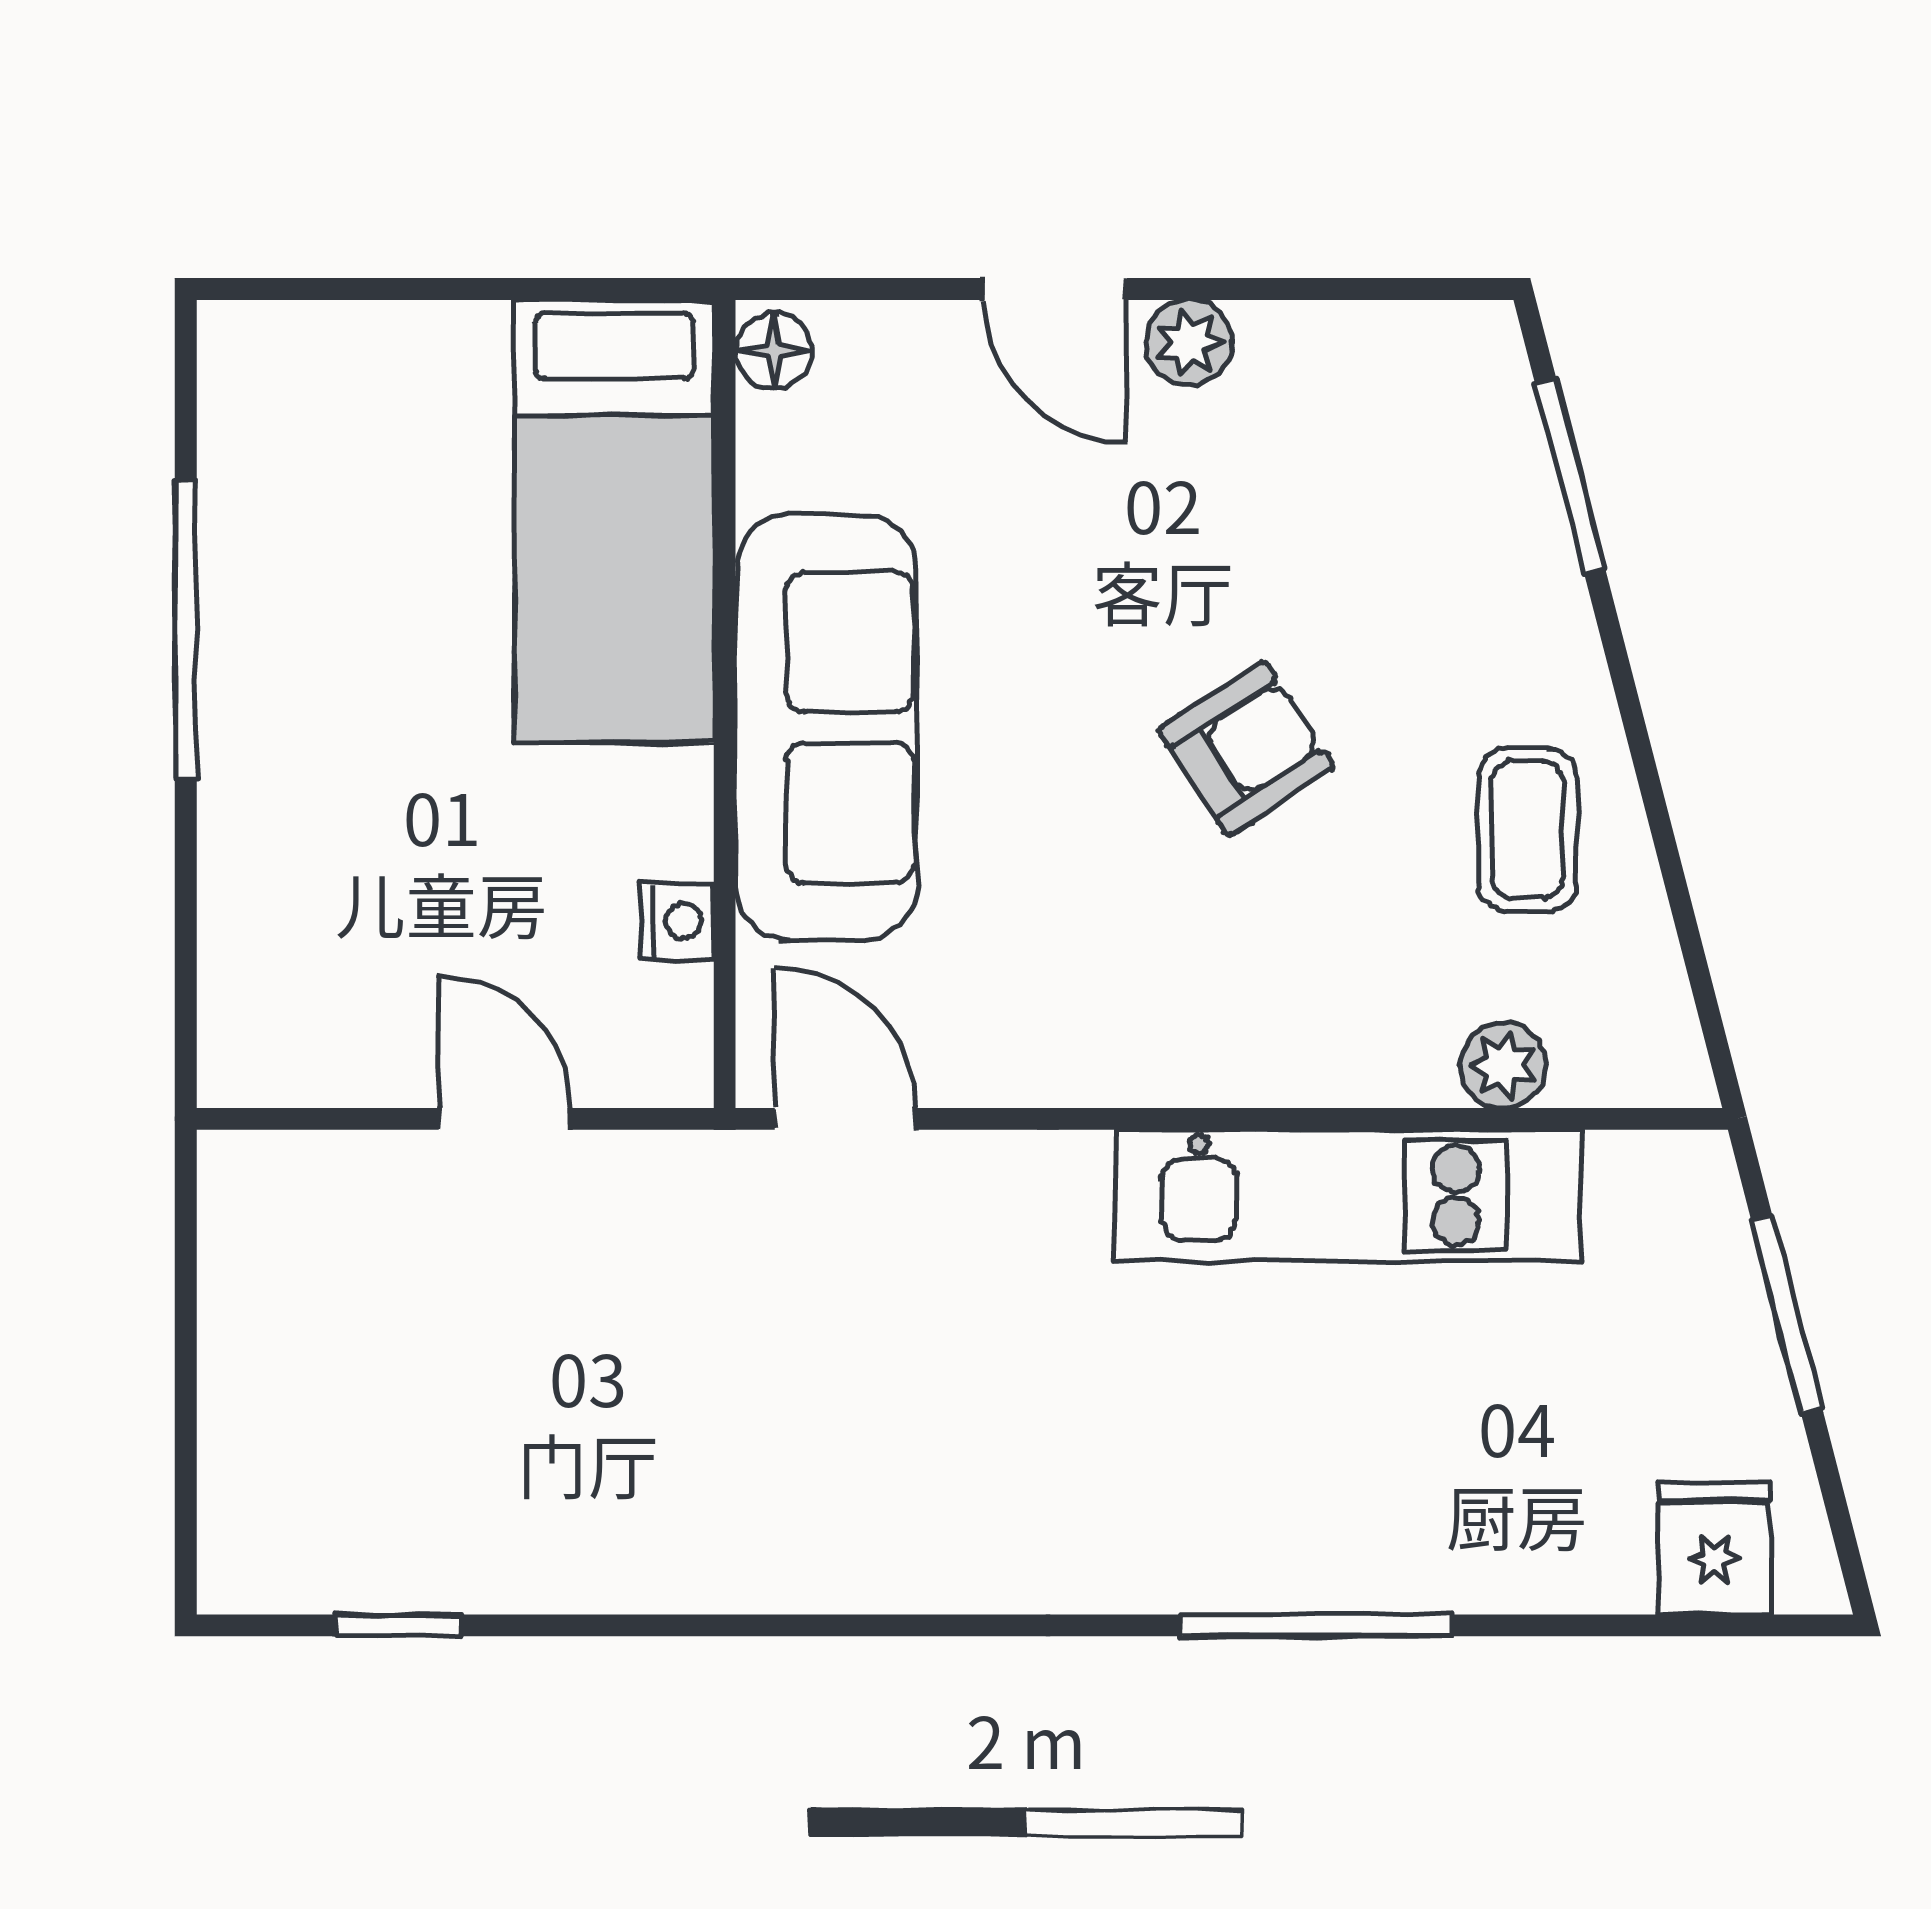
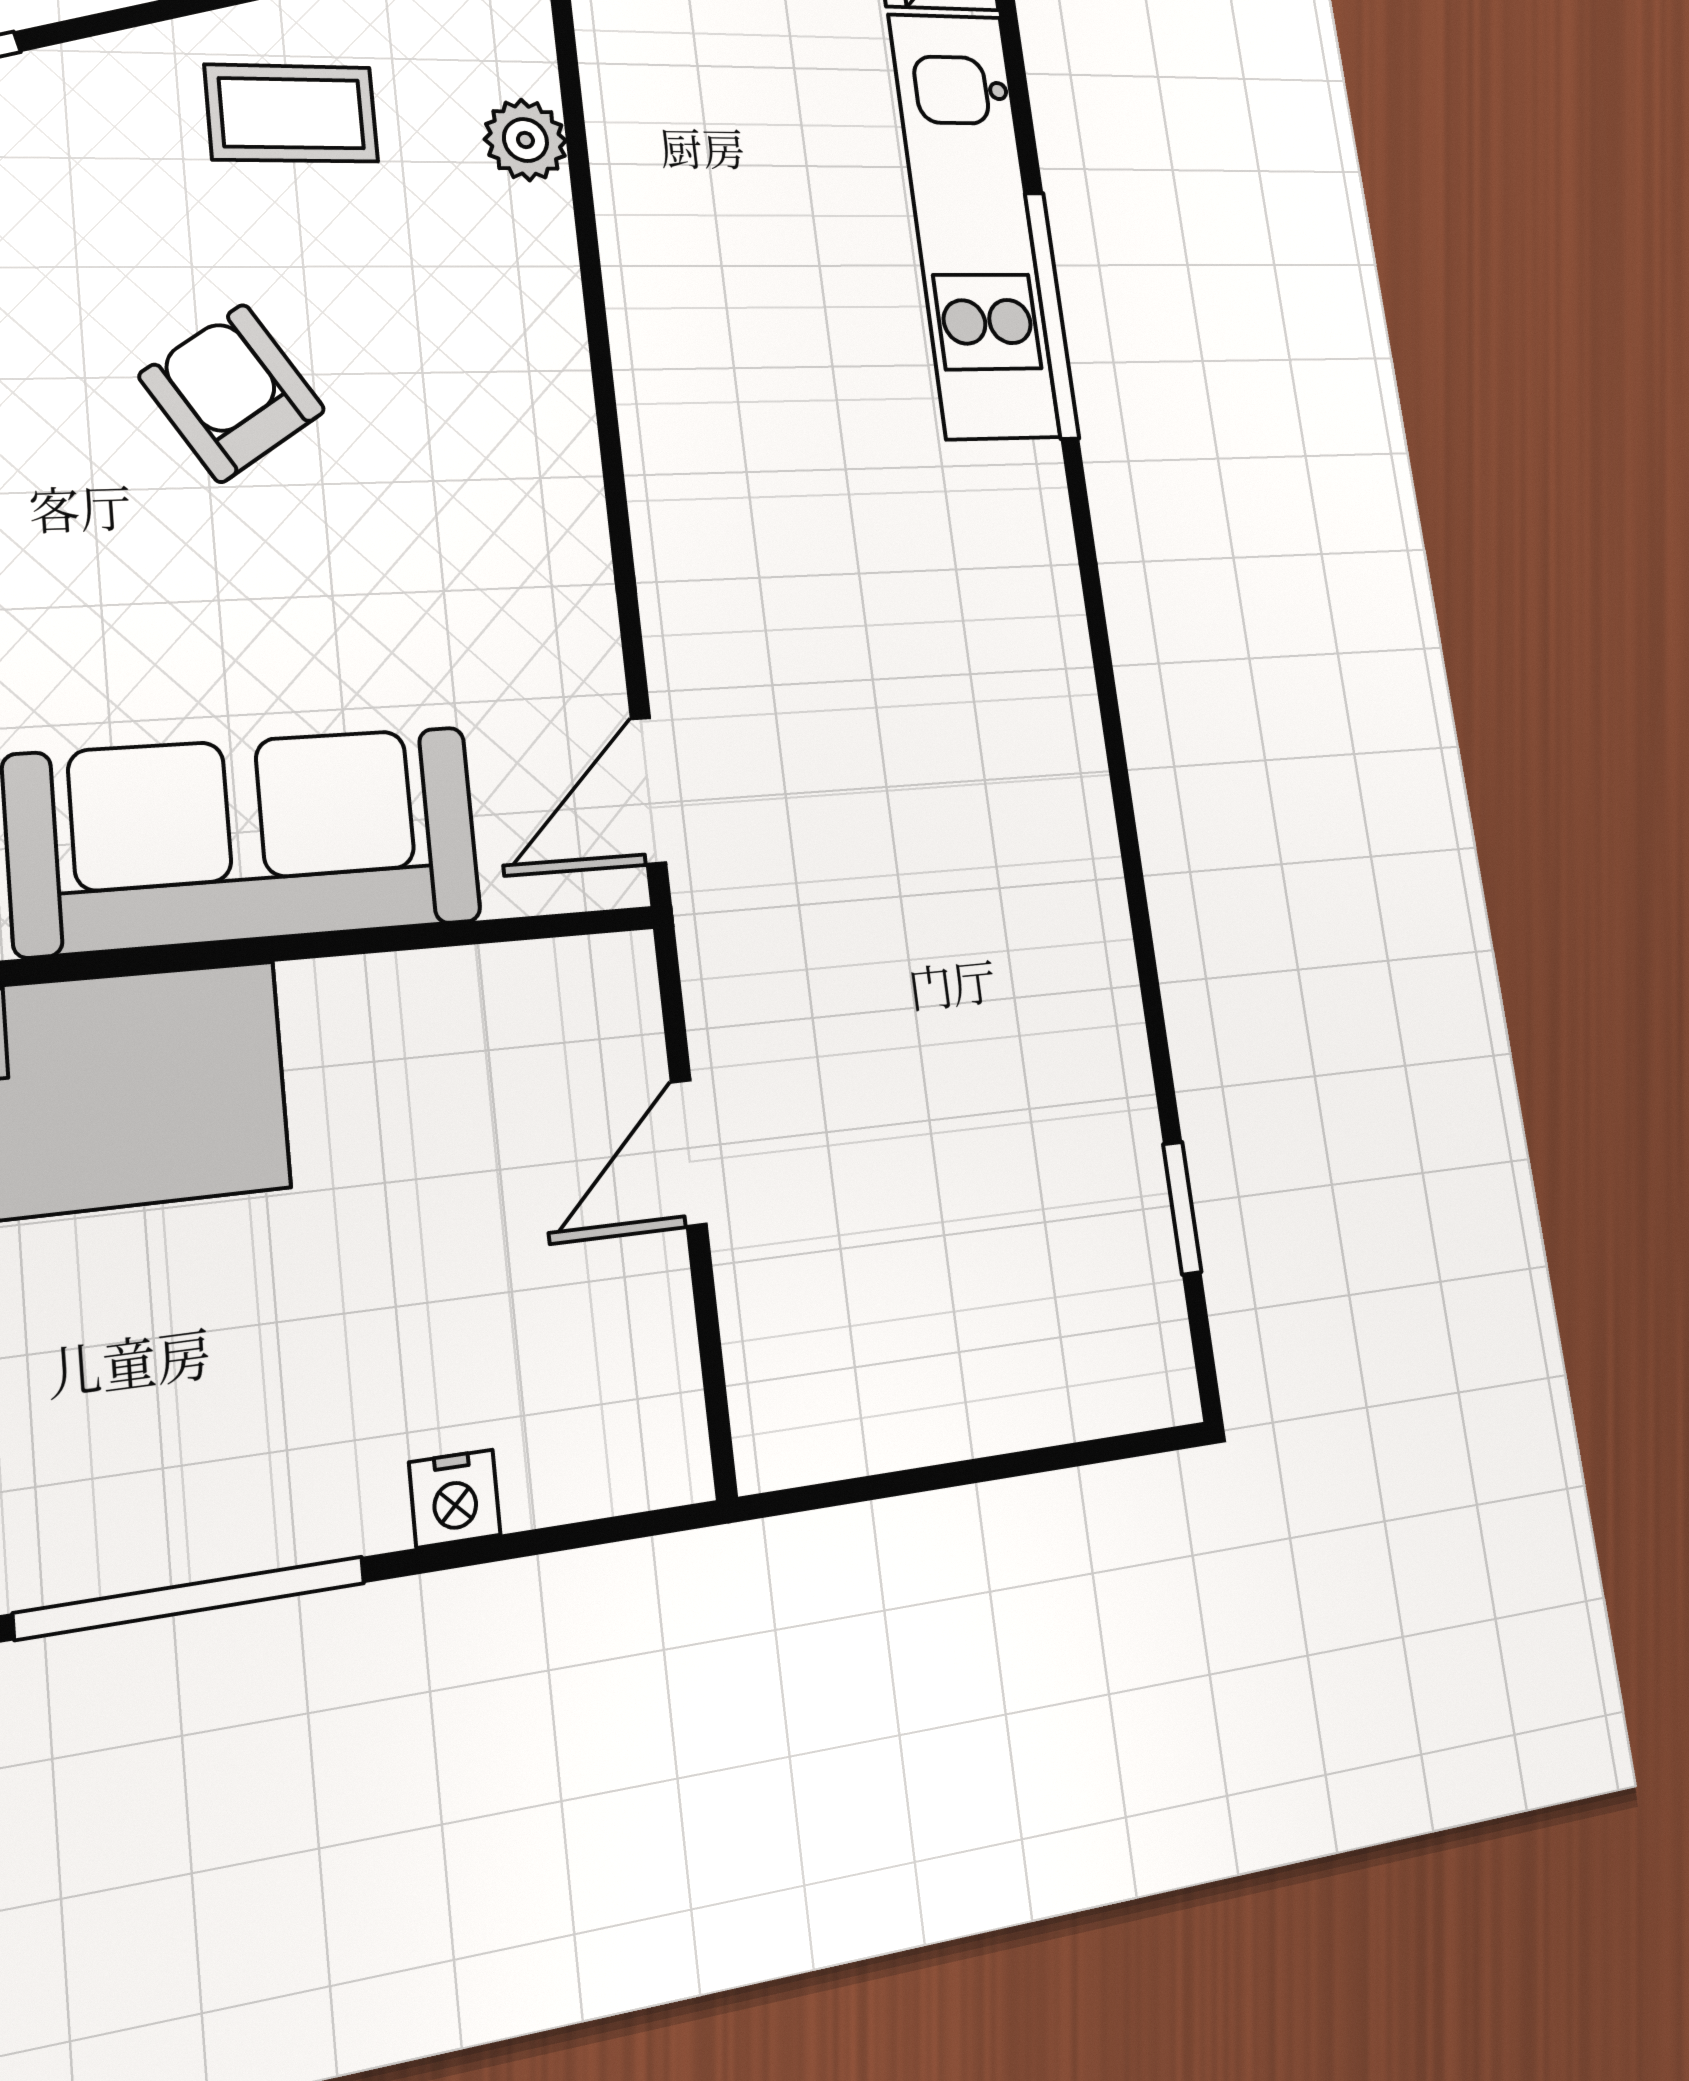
nightstand: (678, 921) -> (455, 1498), moved, turned 180
kitchen unit: (1349, 1195) -> (973, 224), moved, turned 180

